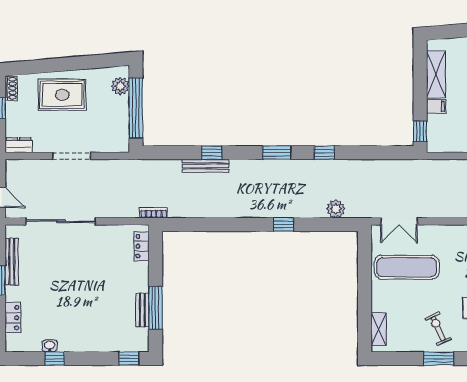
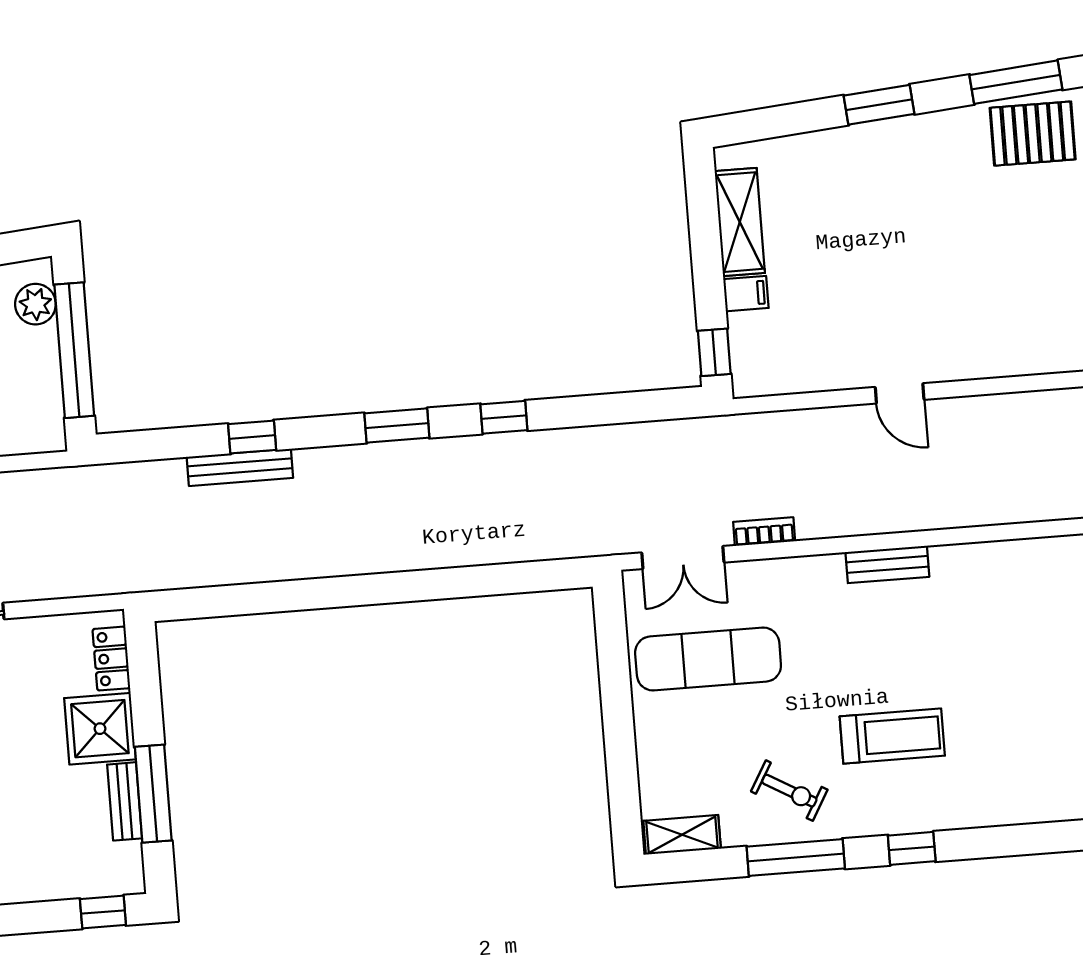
plant: (336, 209) -> (539, 541), removed
bookcase: (154, 213) -> (764, 532), moved
window: (283, 225) -> (425, 585), removed
shower: (134, 277) -> (100, 729), added
shelving: (379, 329) -> (682, 835), moved, turned 90
exercise bike: (438, 329) -> (789, 791), turned 145
window: (439, 359) -> (796, 858), width x1.44

